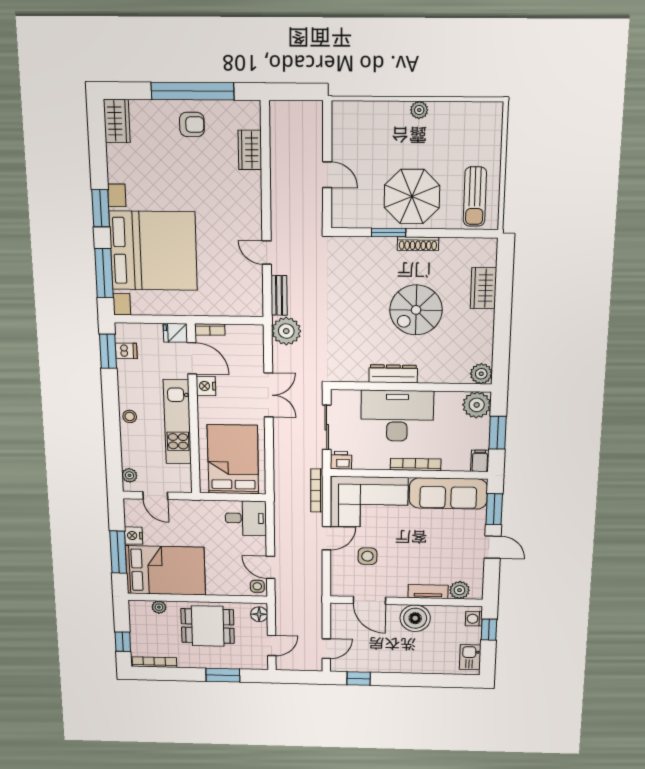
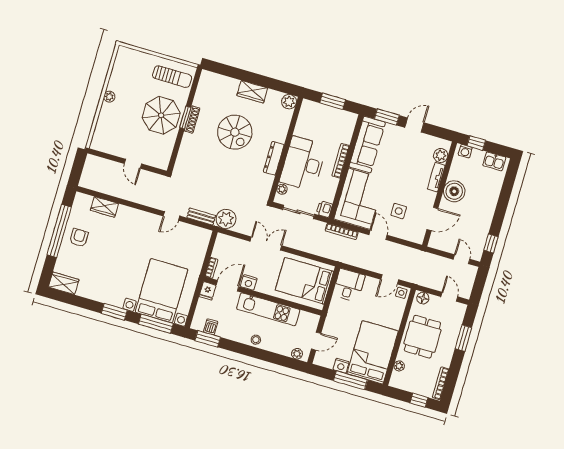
door: (327, 175) -> (133, 164), swing flipped
window: (389, 233) -> (185, 118), moved
bed with nightstands: (153, 251) -> (162, 291), width x0.73
wardrobe: (484, 288) -> (252, 92), moved
plant: (477, 405) -> (282, 189), moved, width x0.53, depth x0.53
filing cabinet: (480, 461) -> (349, 118), removed

